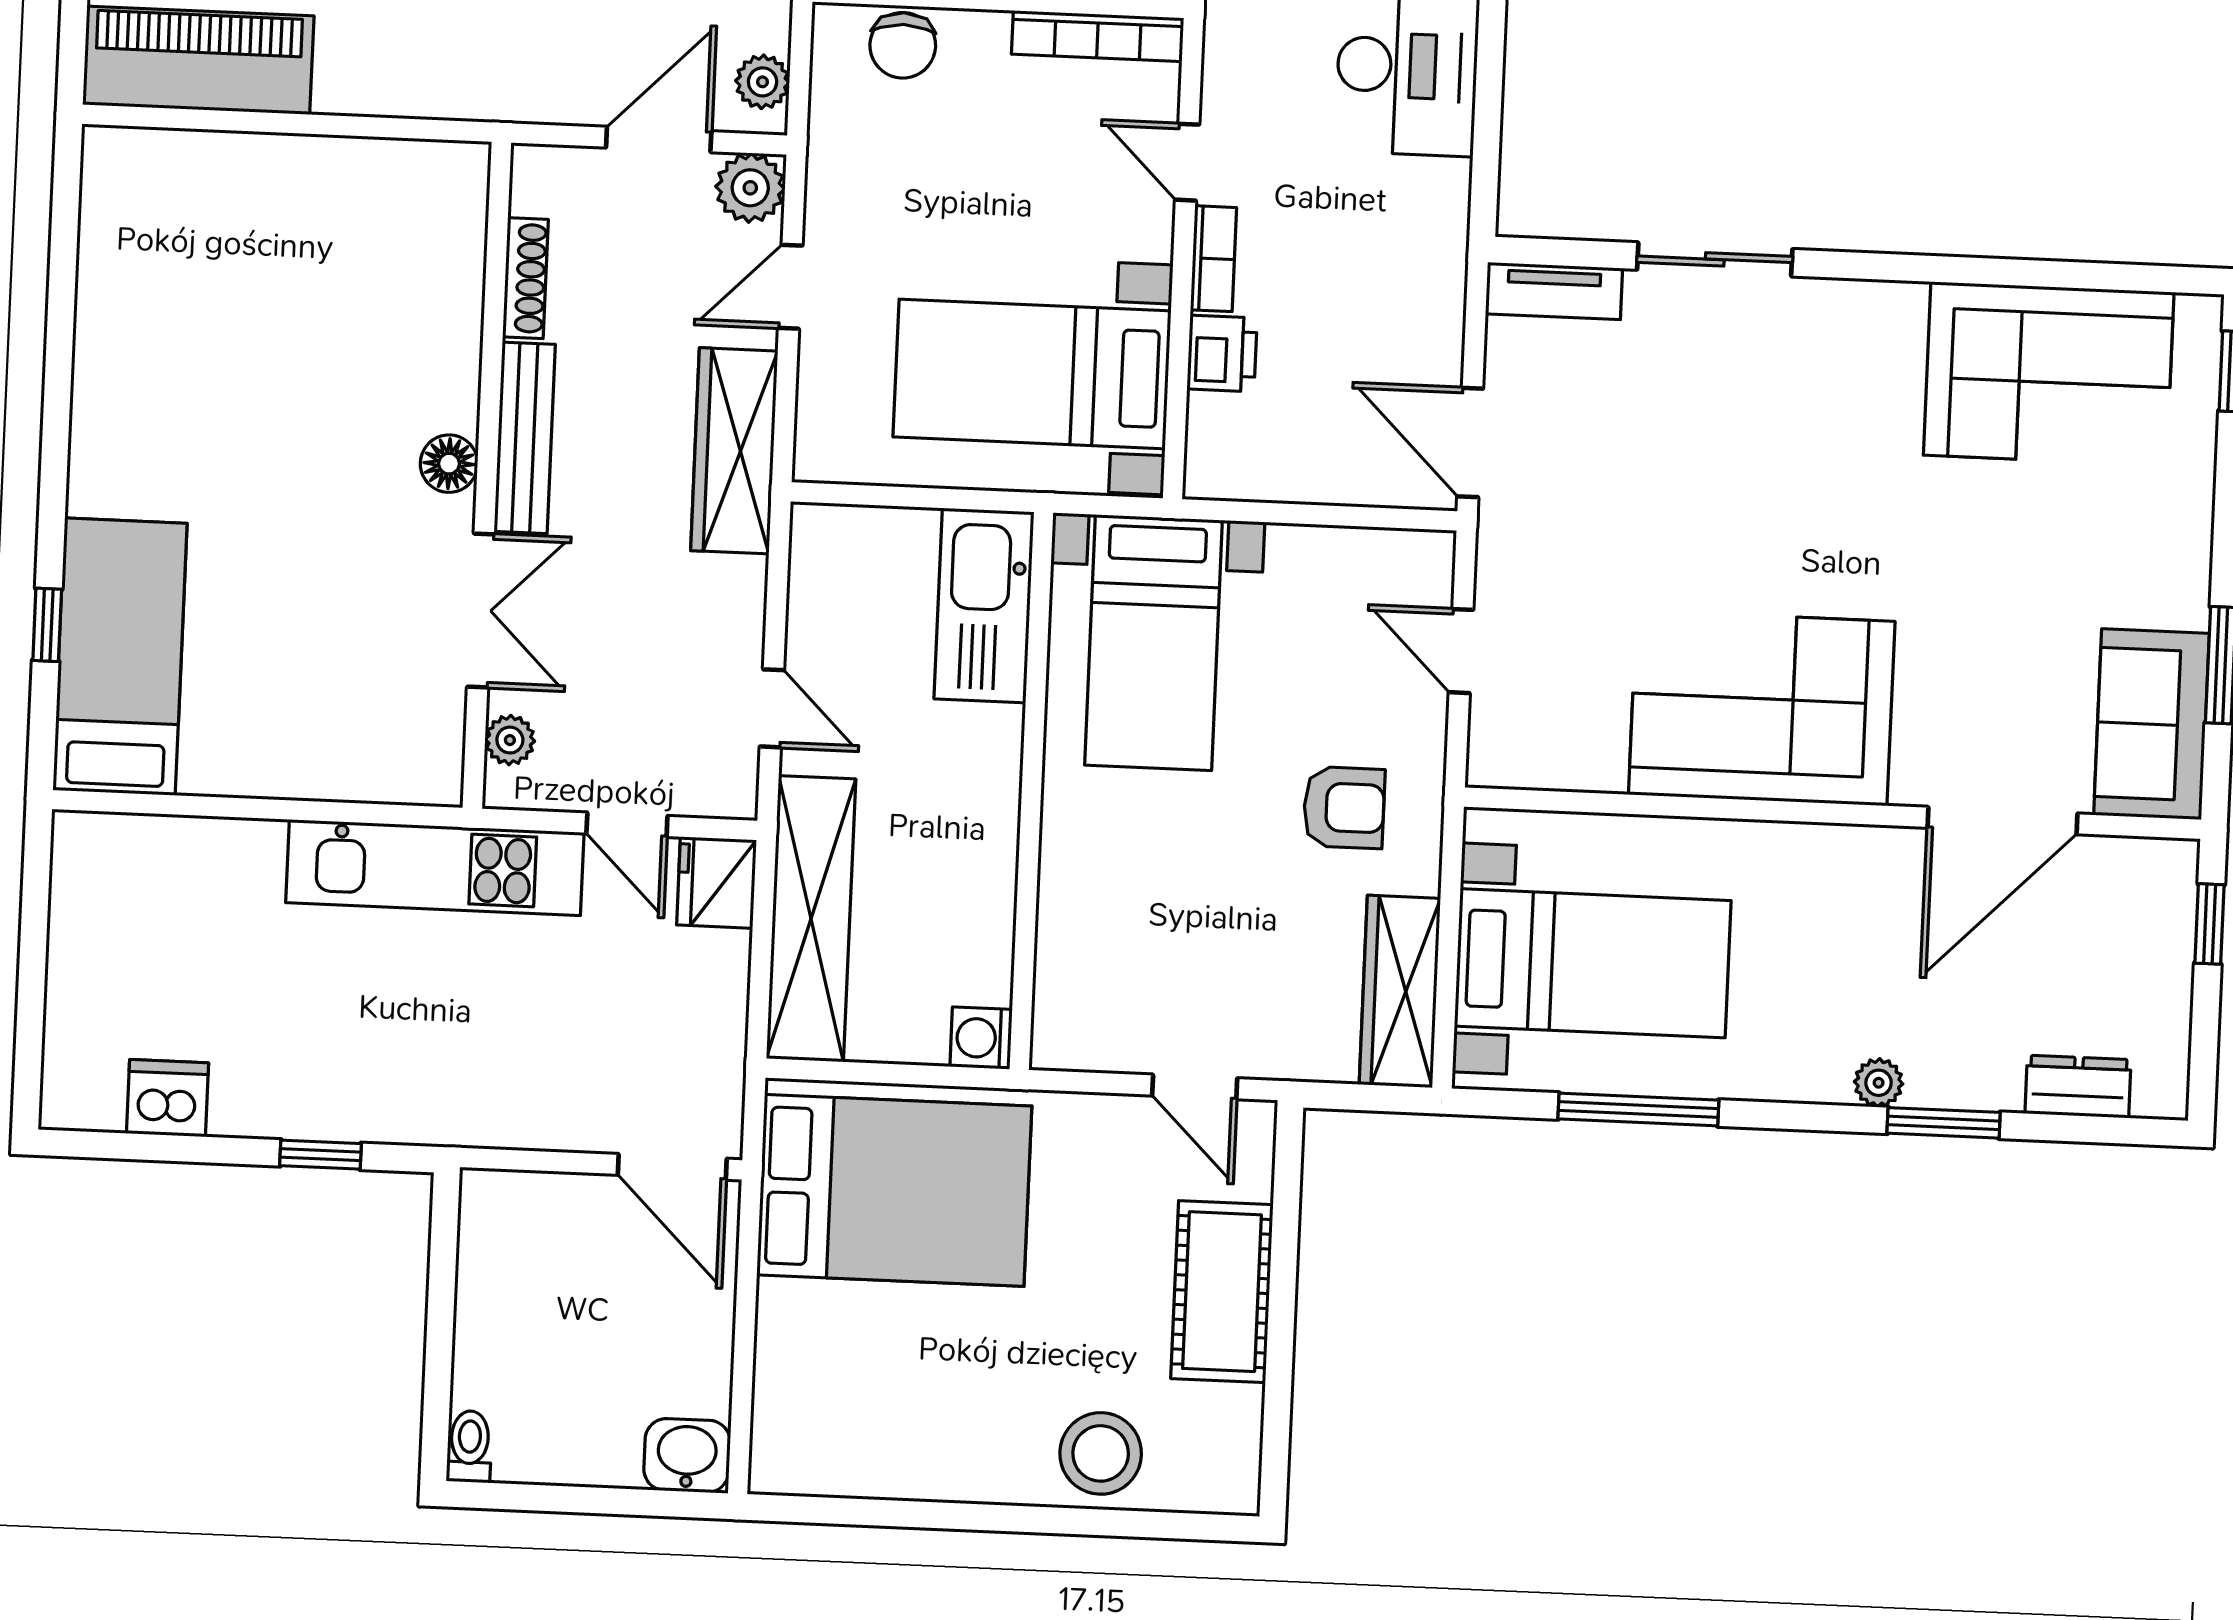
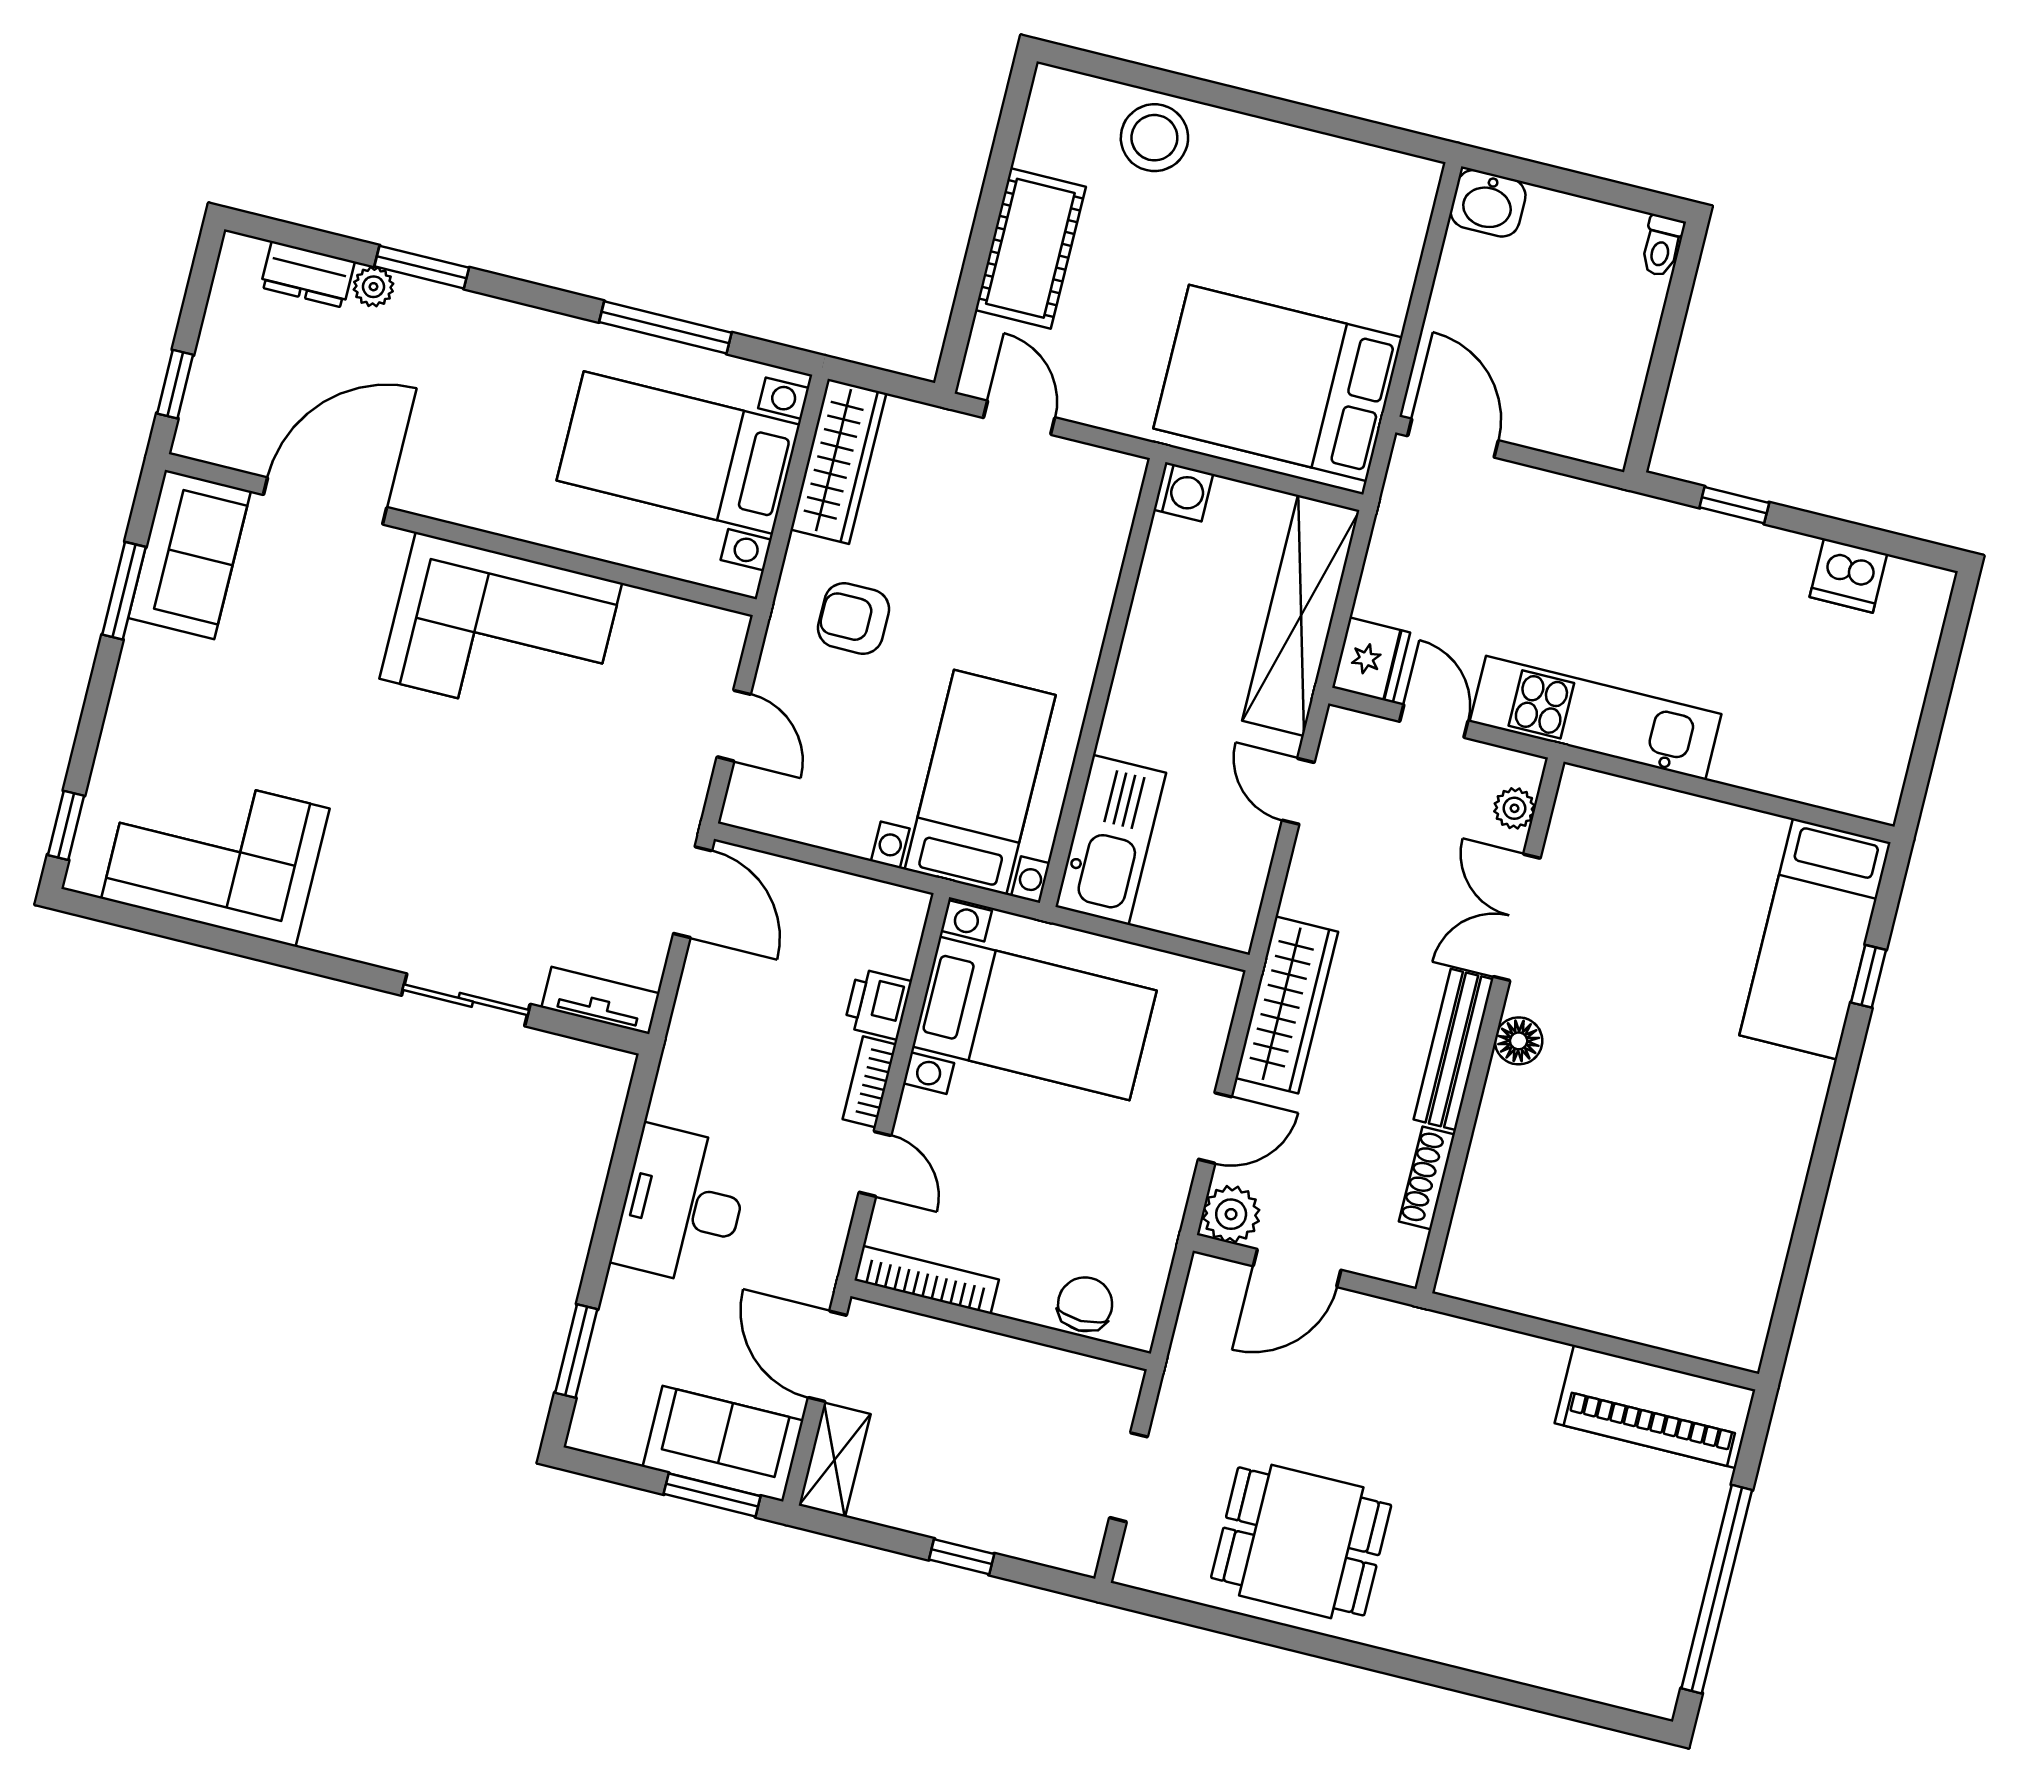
plant: (763, 82) -> (1204, 1298), removed
plant: (1879, 1083) -> (373, 287), moved

